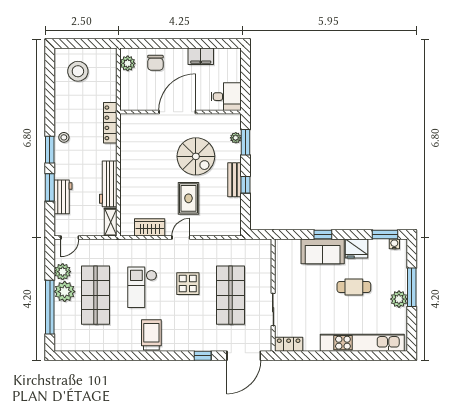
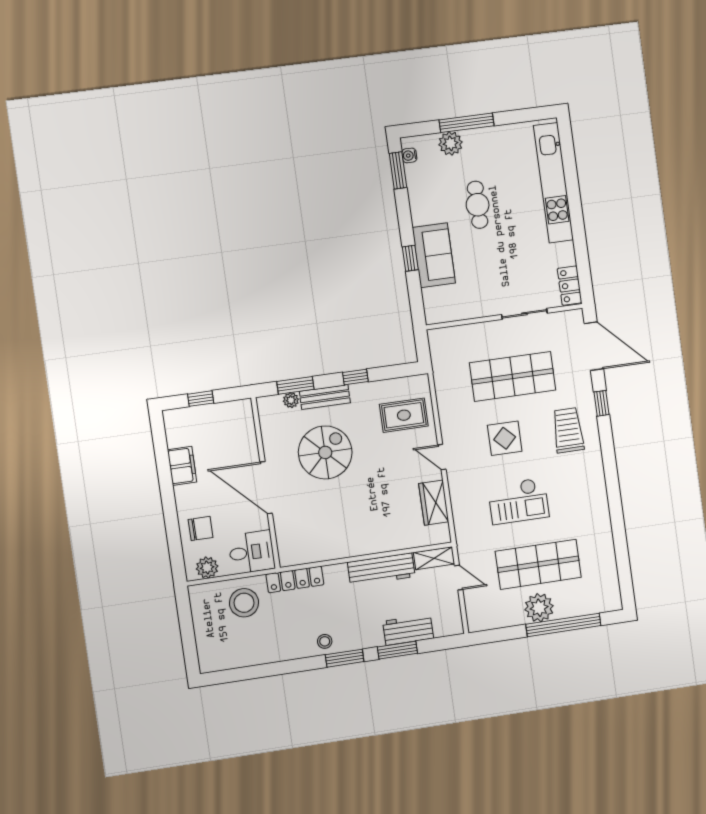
stool: (78, 71) -> (244, 603), moved
window: (245, 76) -> (201, 399), added
desk: (226, 97) -> (252, 552), moved, turned 90
bench: (234, 180) -> (325, 397), moved
rug: (188, 198) -> (404, 415), moved
door: (70, 238) -> (459, 578), moved
fridge: (356, 249) -> (423, 208), removed
plant: (63, 272) -> (512, 615), removed
plant: (399, 299) -> (450, 143), moved
trolley: (151, 335) -> (568, 430), moved, turned 90

